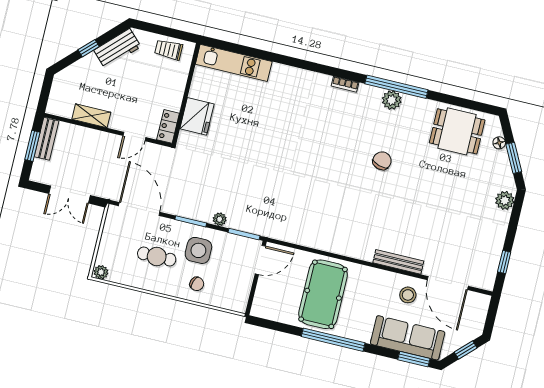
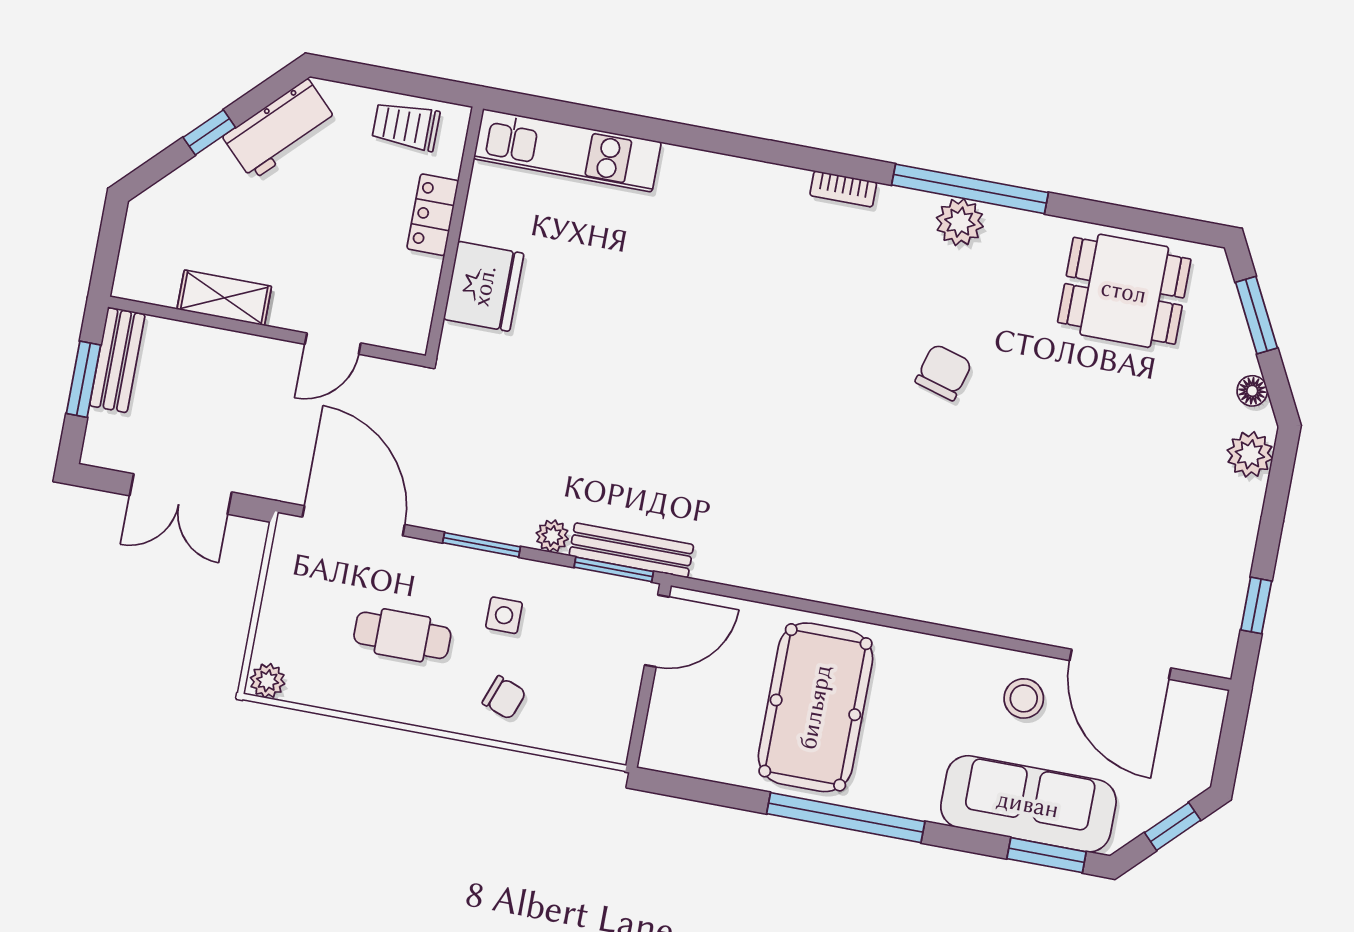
locker: (168, 126) -> (433, 215), moved
floor lamp: (499, 143) -> (1252, 391), moved
window: (514, 158) -> (1256, 315), moved
side table: (198, 250) -> (504, 615), width x0.54, depth x0.54
bench: (398, 262) -> (631, 550), moved

